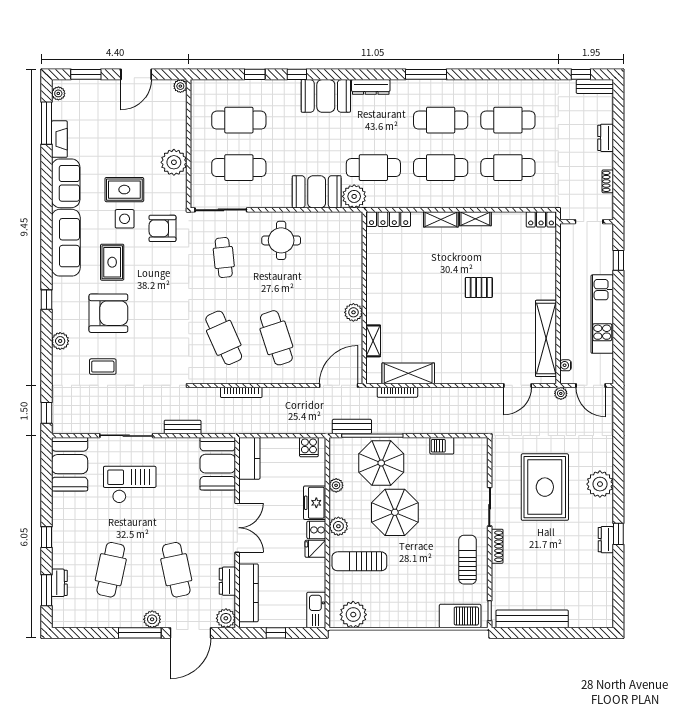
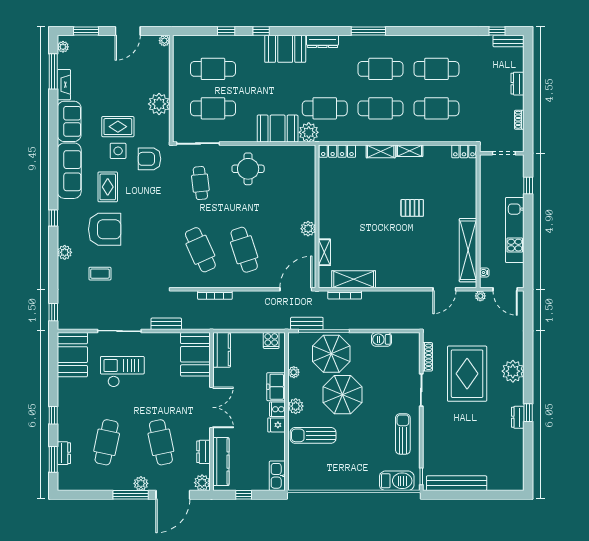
shoe rack: (497, 546) -> (427, 357), moved
plant: (353, 615) -> (308, 480), removed

